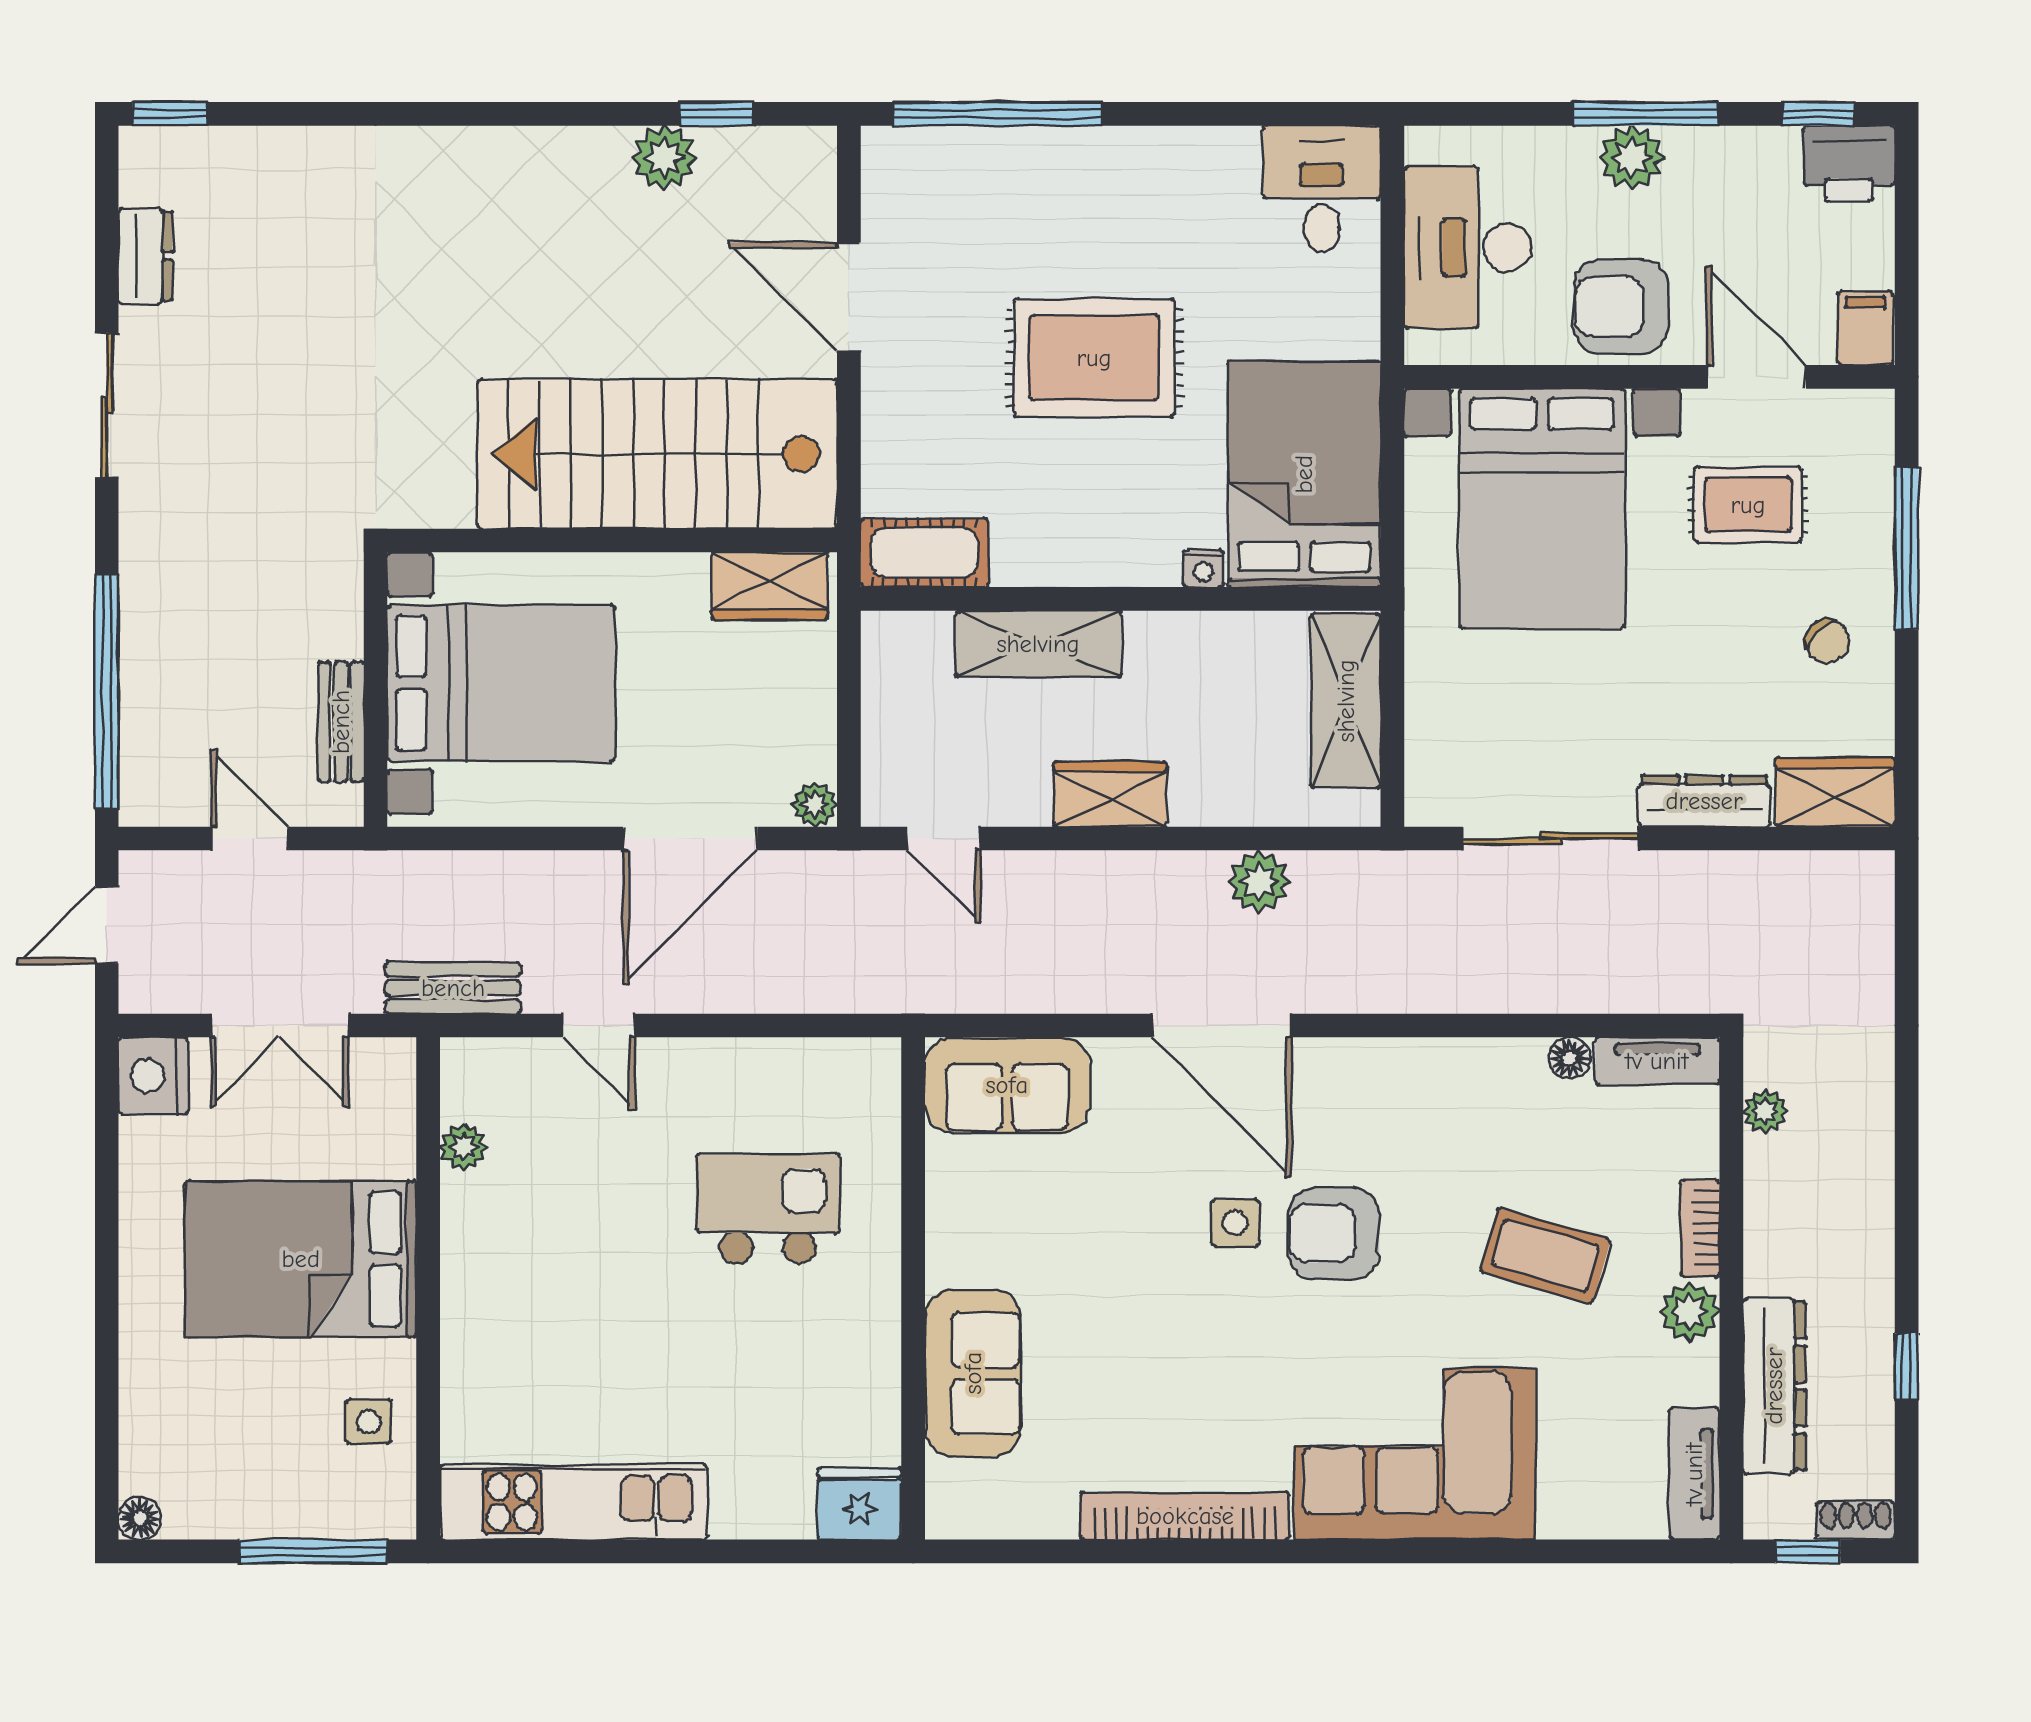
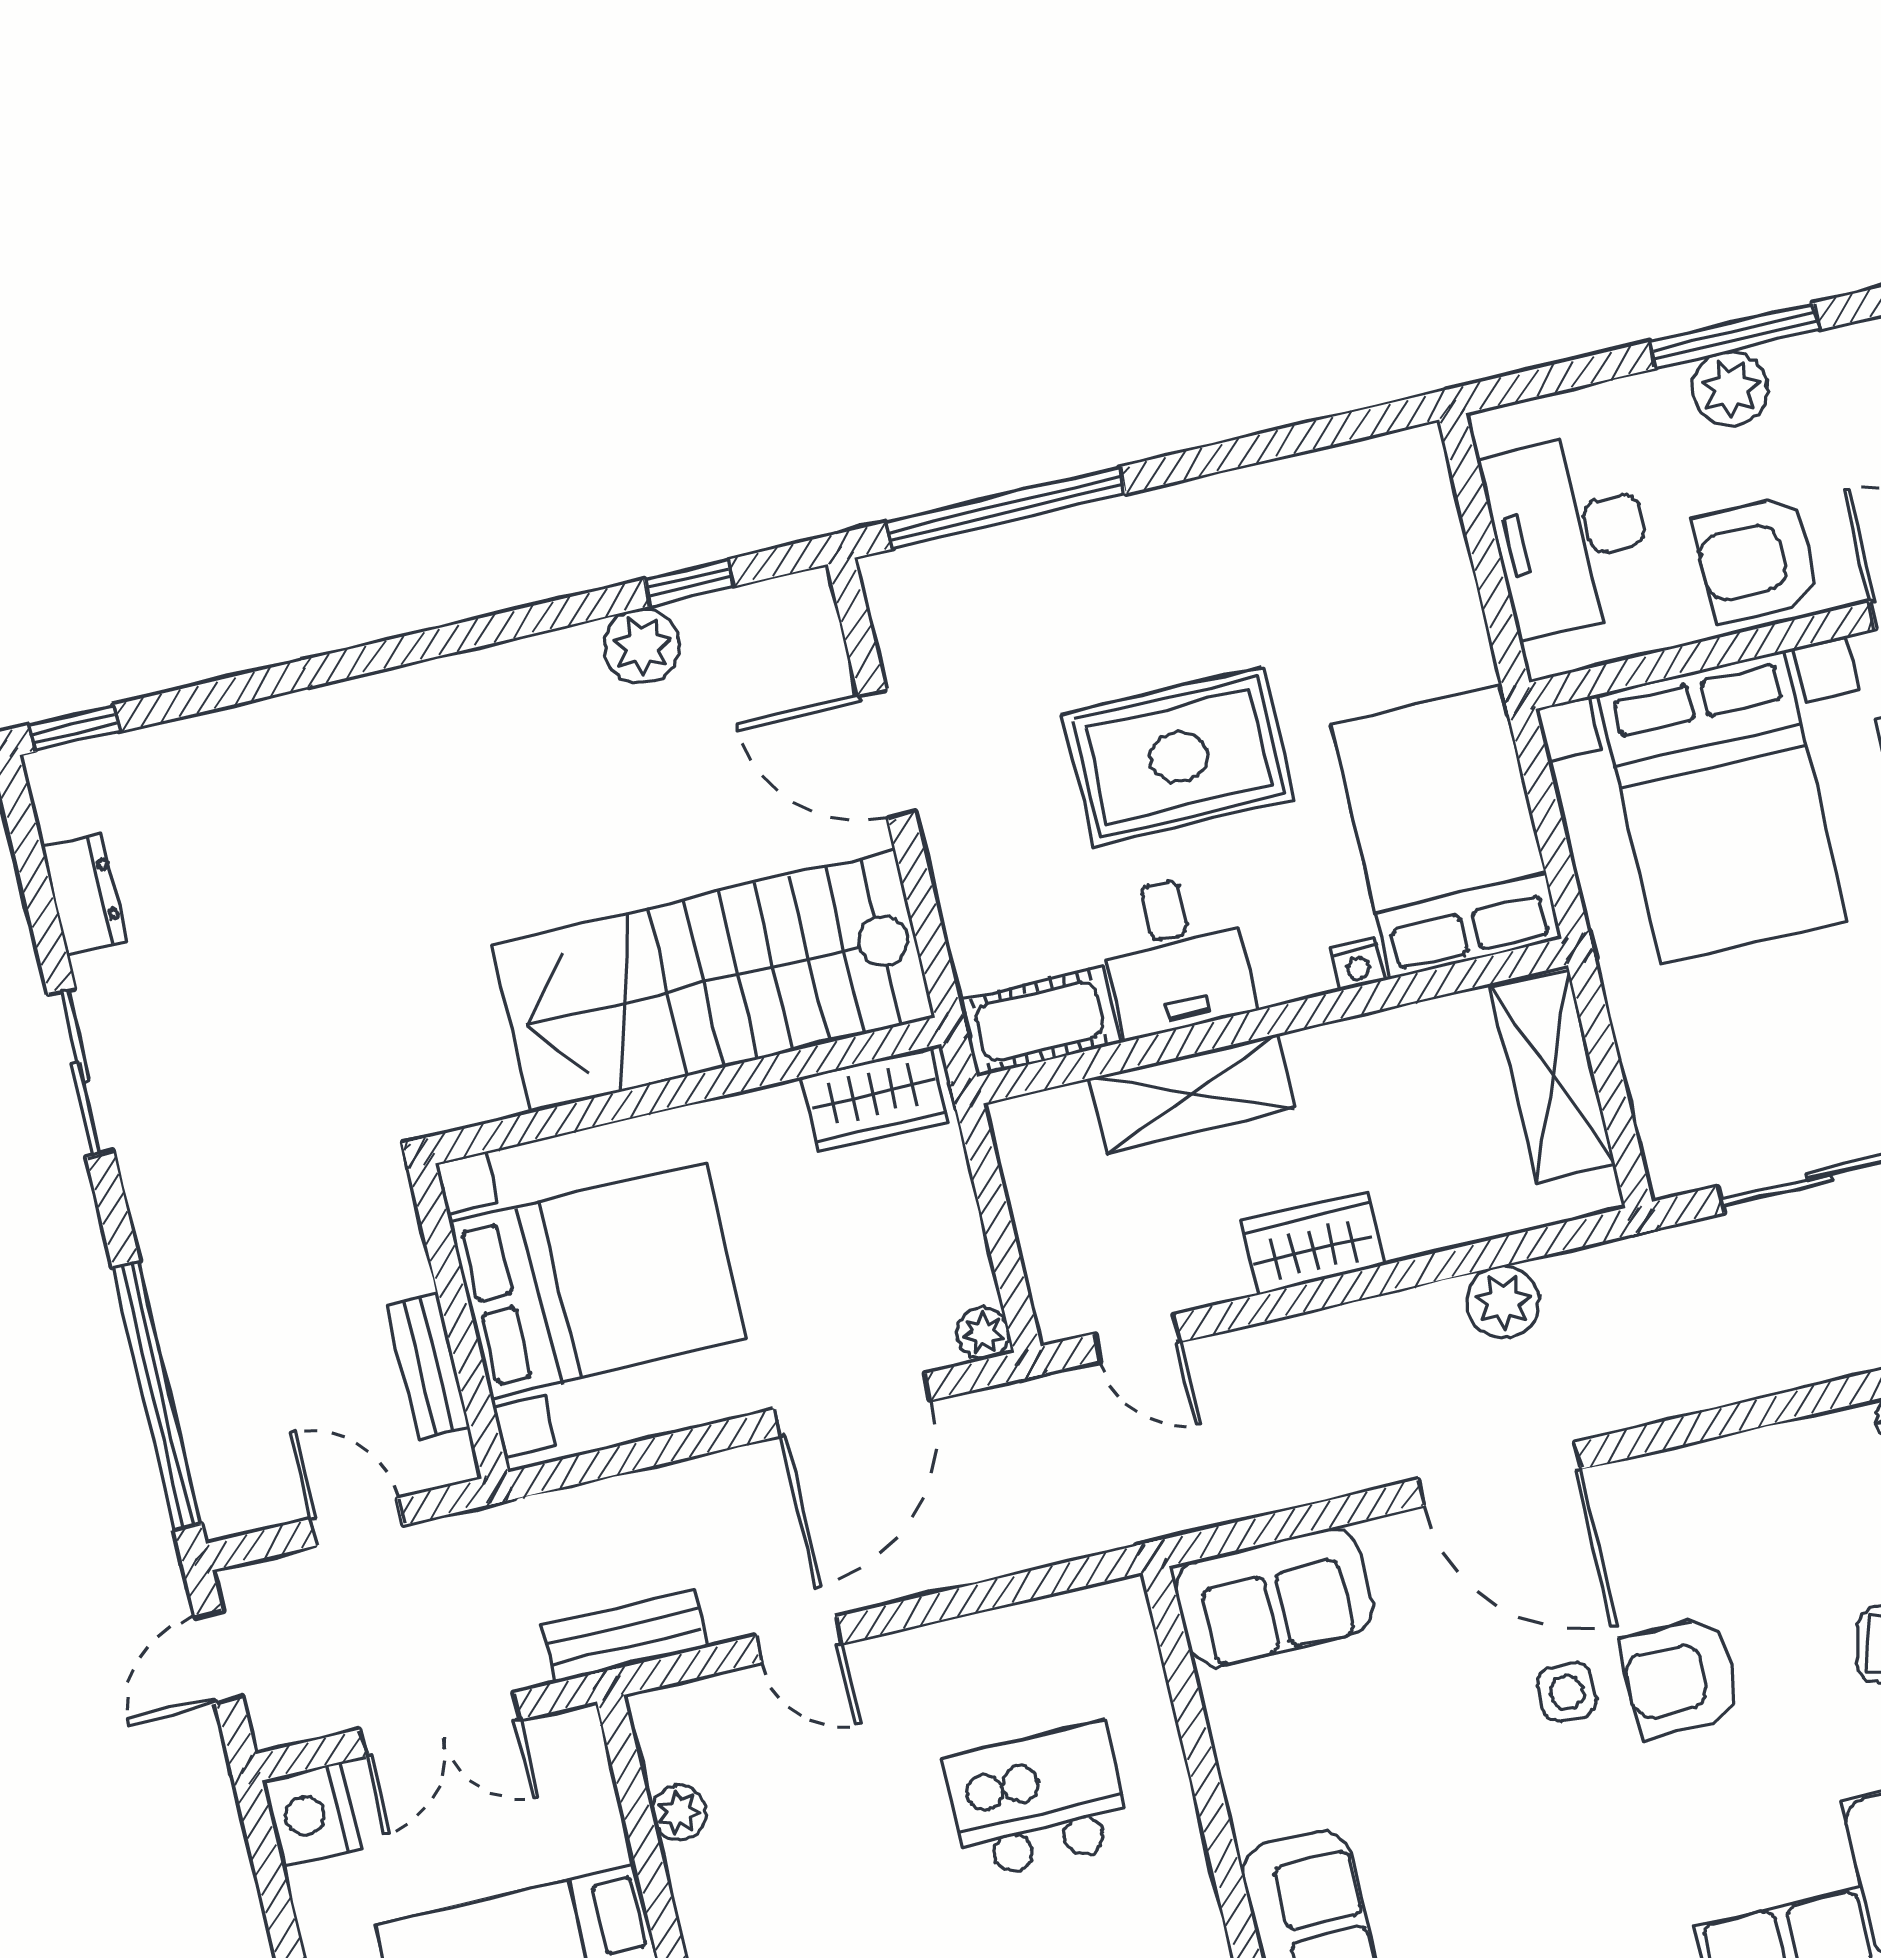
desk: (1322, 189) -> (1175, 955), moved, turned 180

